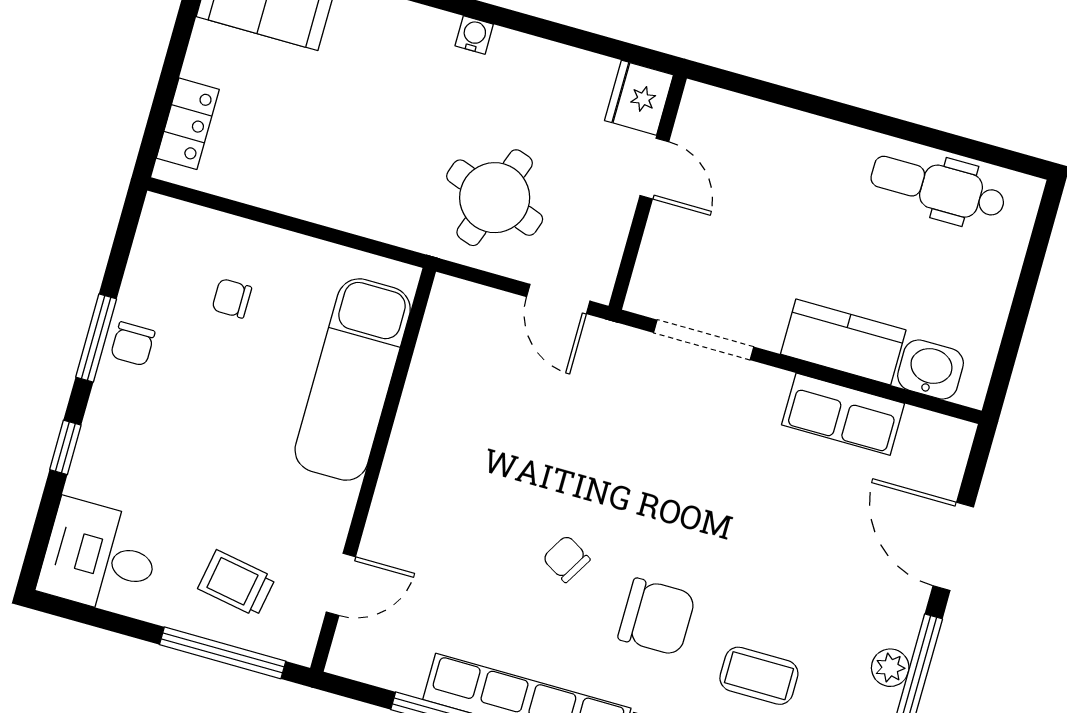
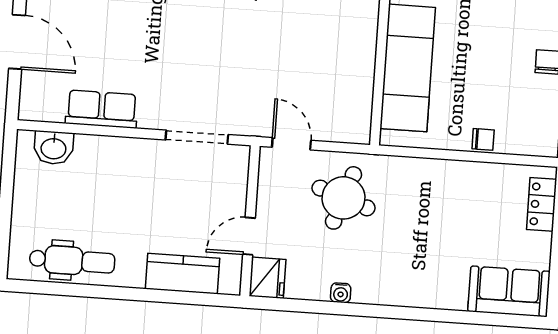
water cooler: (474, 35) -> (341, 293), moved
door: (654, 169) -> (249, 236), hinge flipped
chair: (232, 298) -> (483, 139), moved
kitchen counter: (843, 342) -> (182, 274), moved, turned 180

